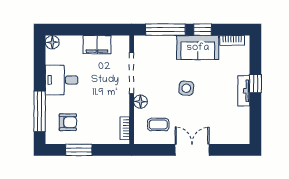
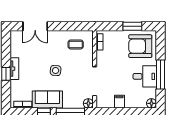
filing cabinet: (97, 45) -> (119, 102), width x0.50
floor lamp: (141, 102) -> (88, 103), moved
window: (40, 111) -> (160, 74), moved
armchair: (68, 122) -> (140, 46), width x1.88, depth x1.88
double door: (192, 150) -> (35, 26), moved

